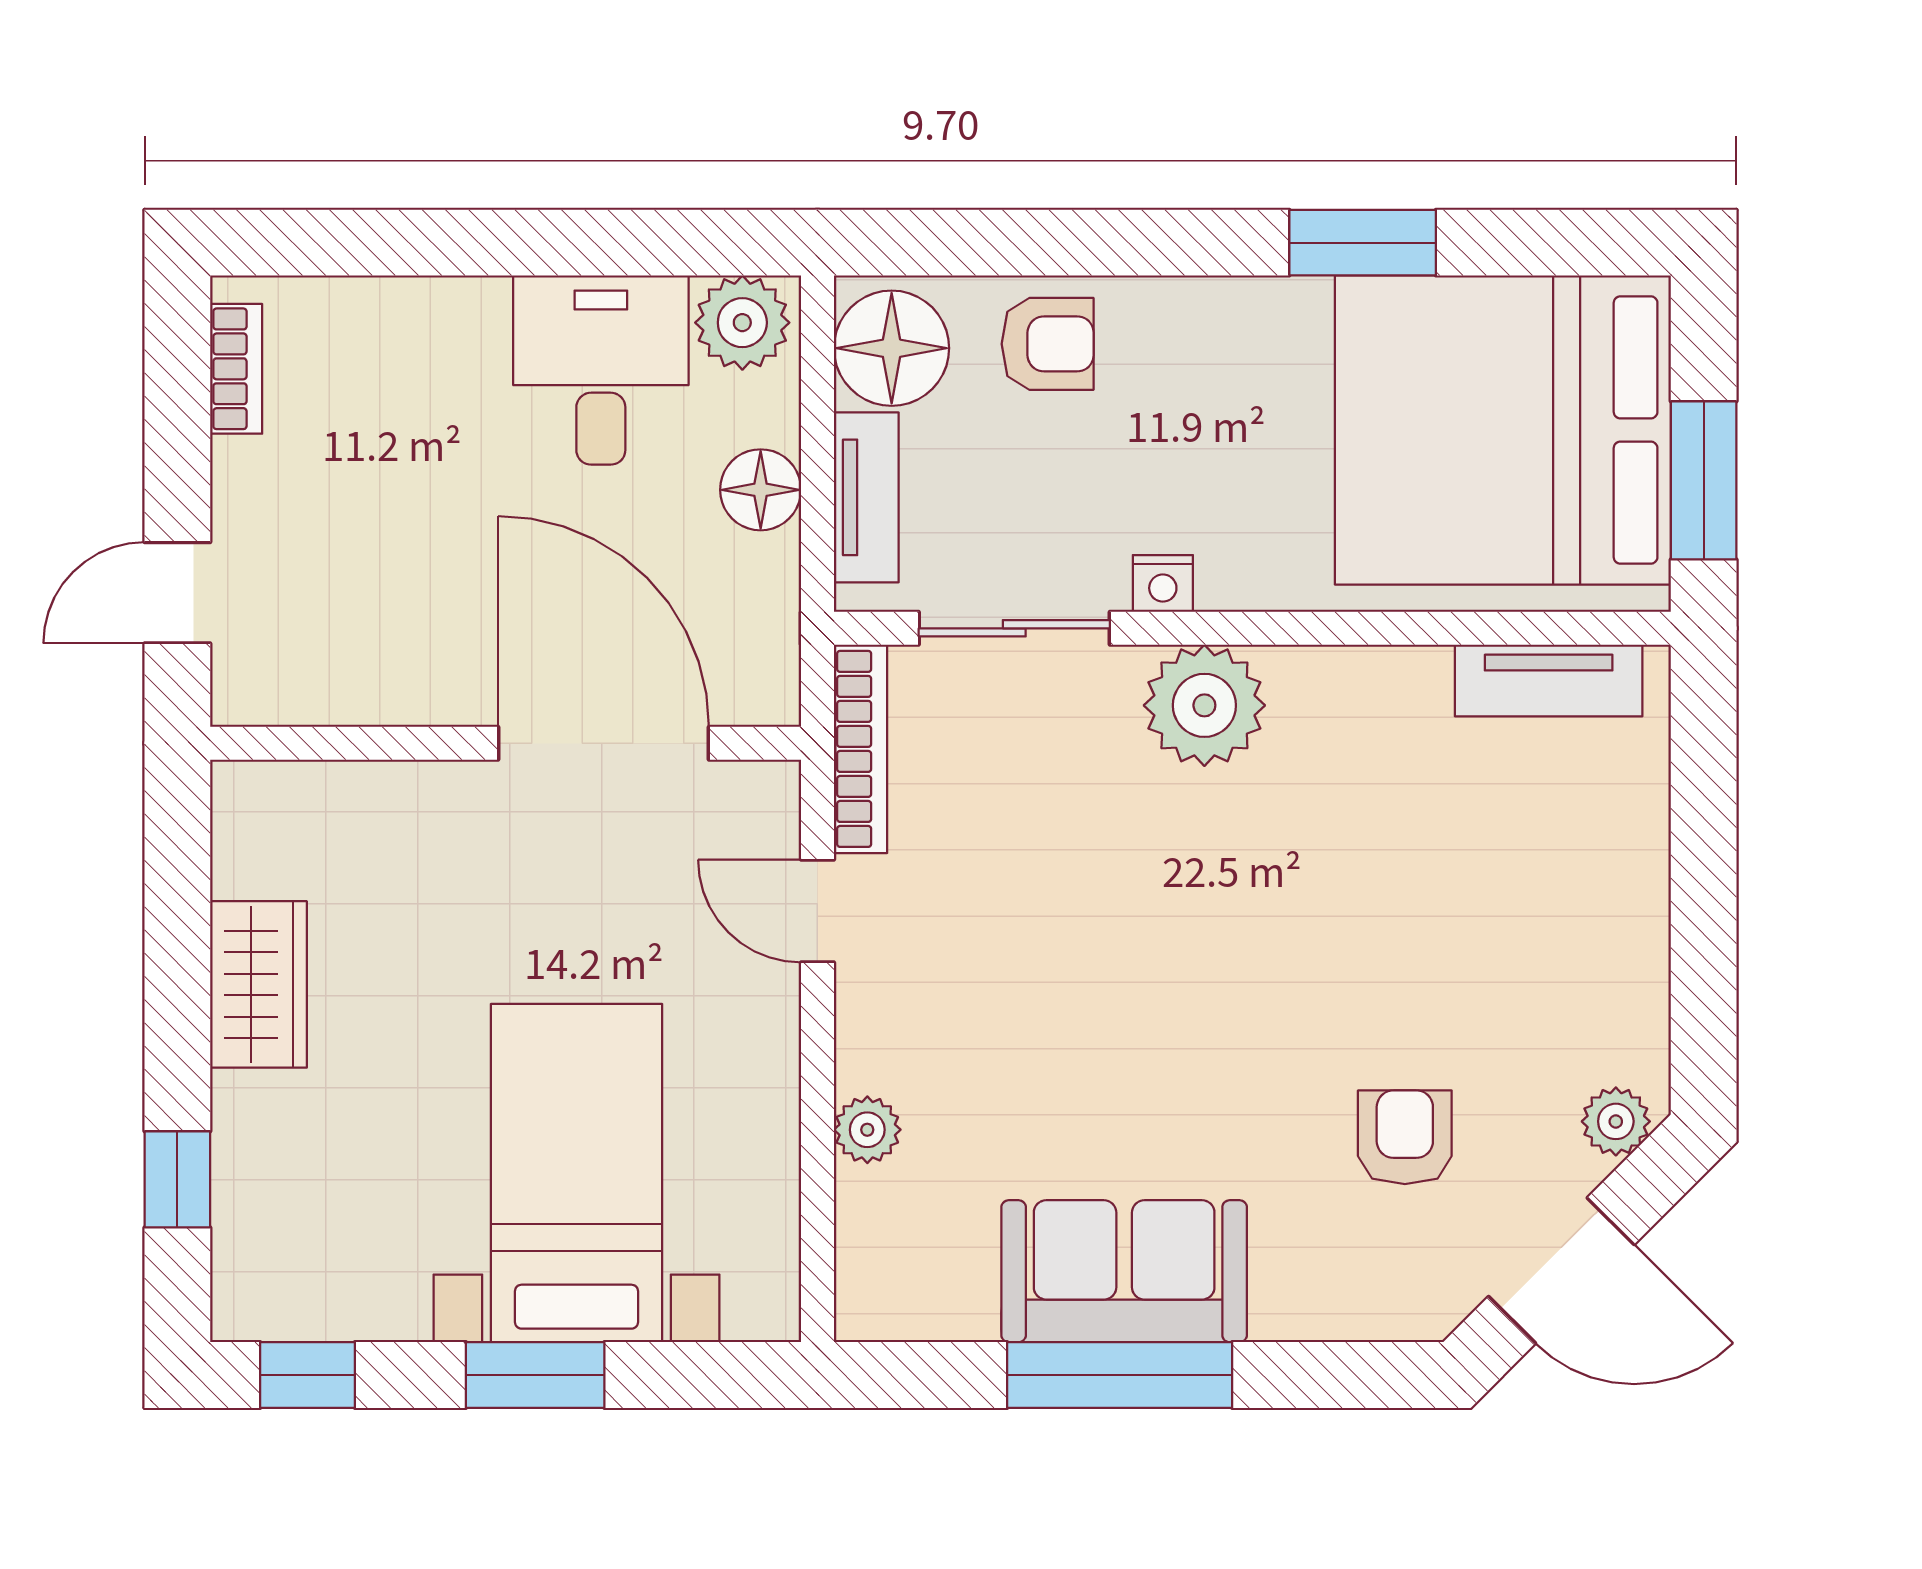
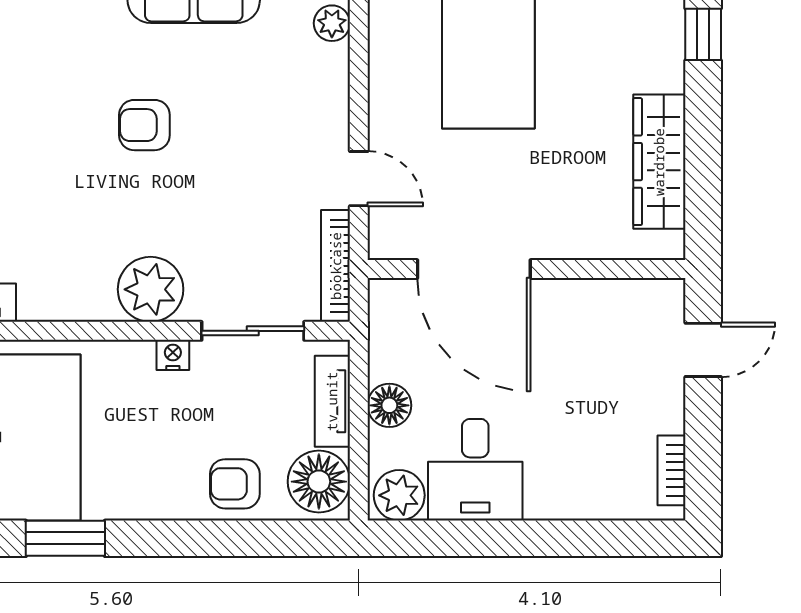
wardrobe: (259, 984) -> (659, 162), width x1.50
plant: (867, 1130) -> (332, 23), moved
armchair: (1405, 1137) -> (144, 125), moved, turned 90

